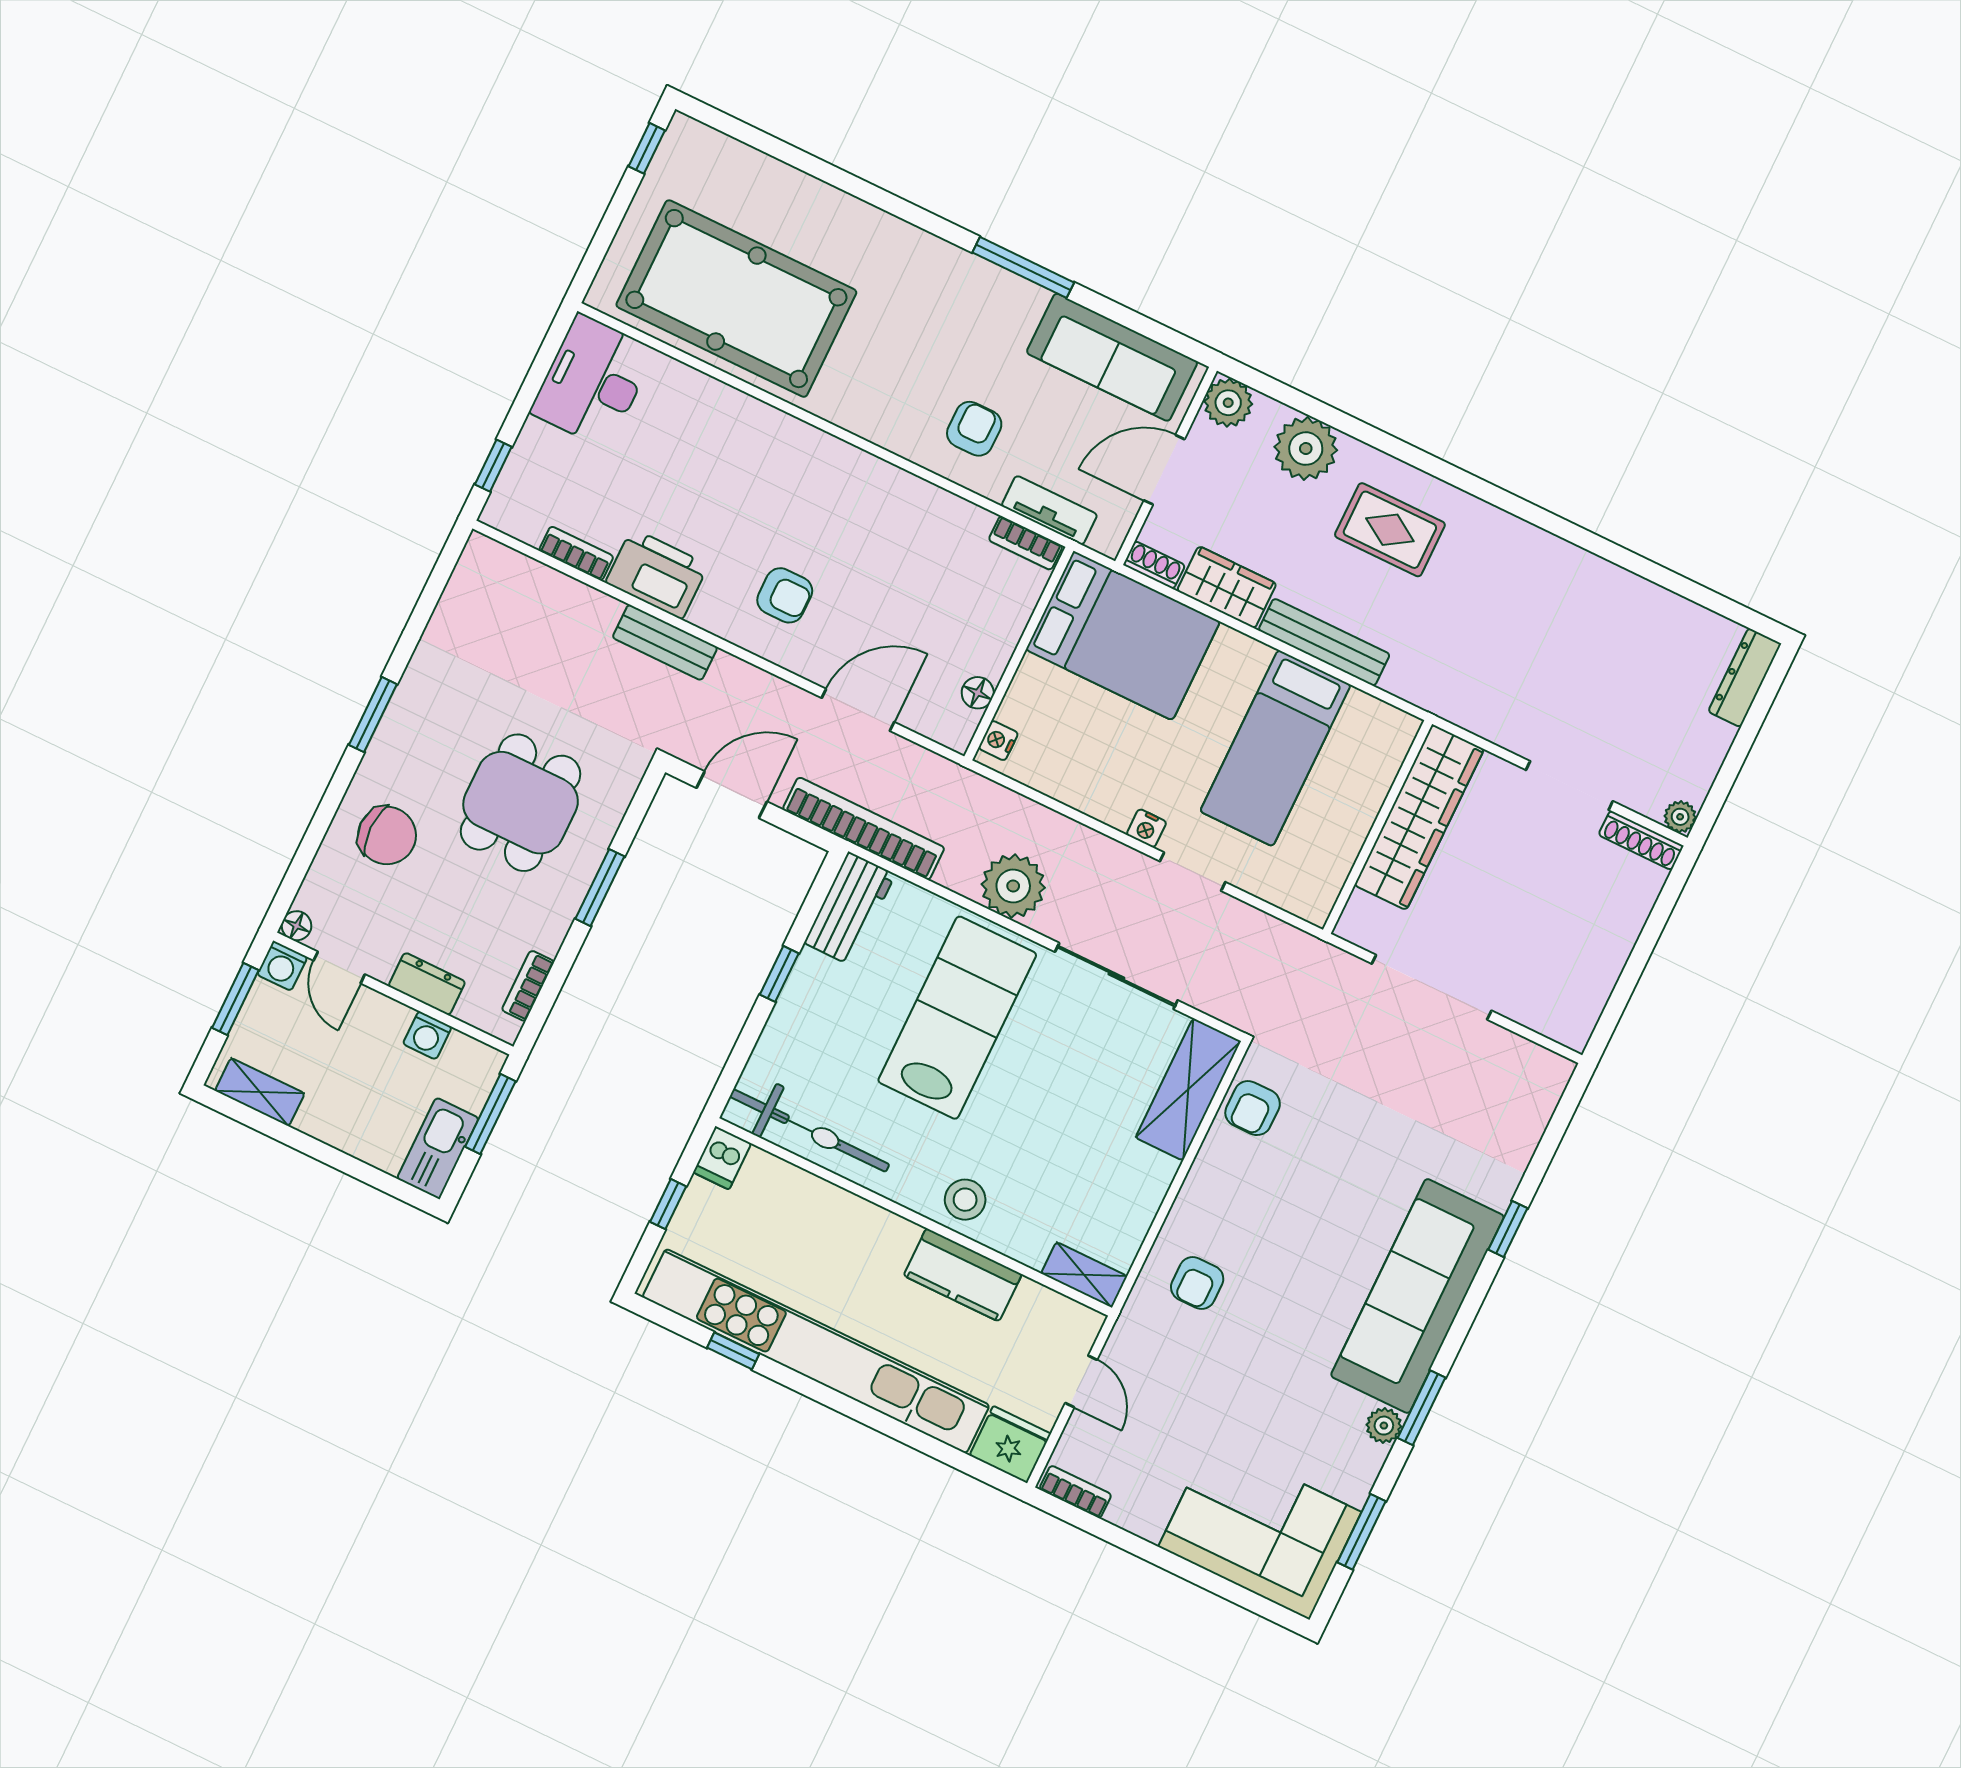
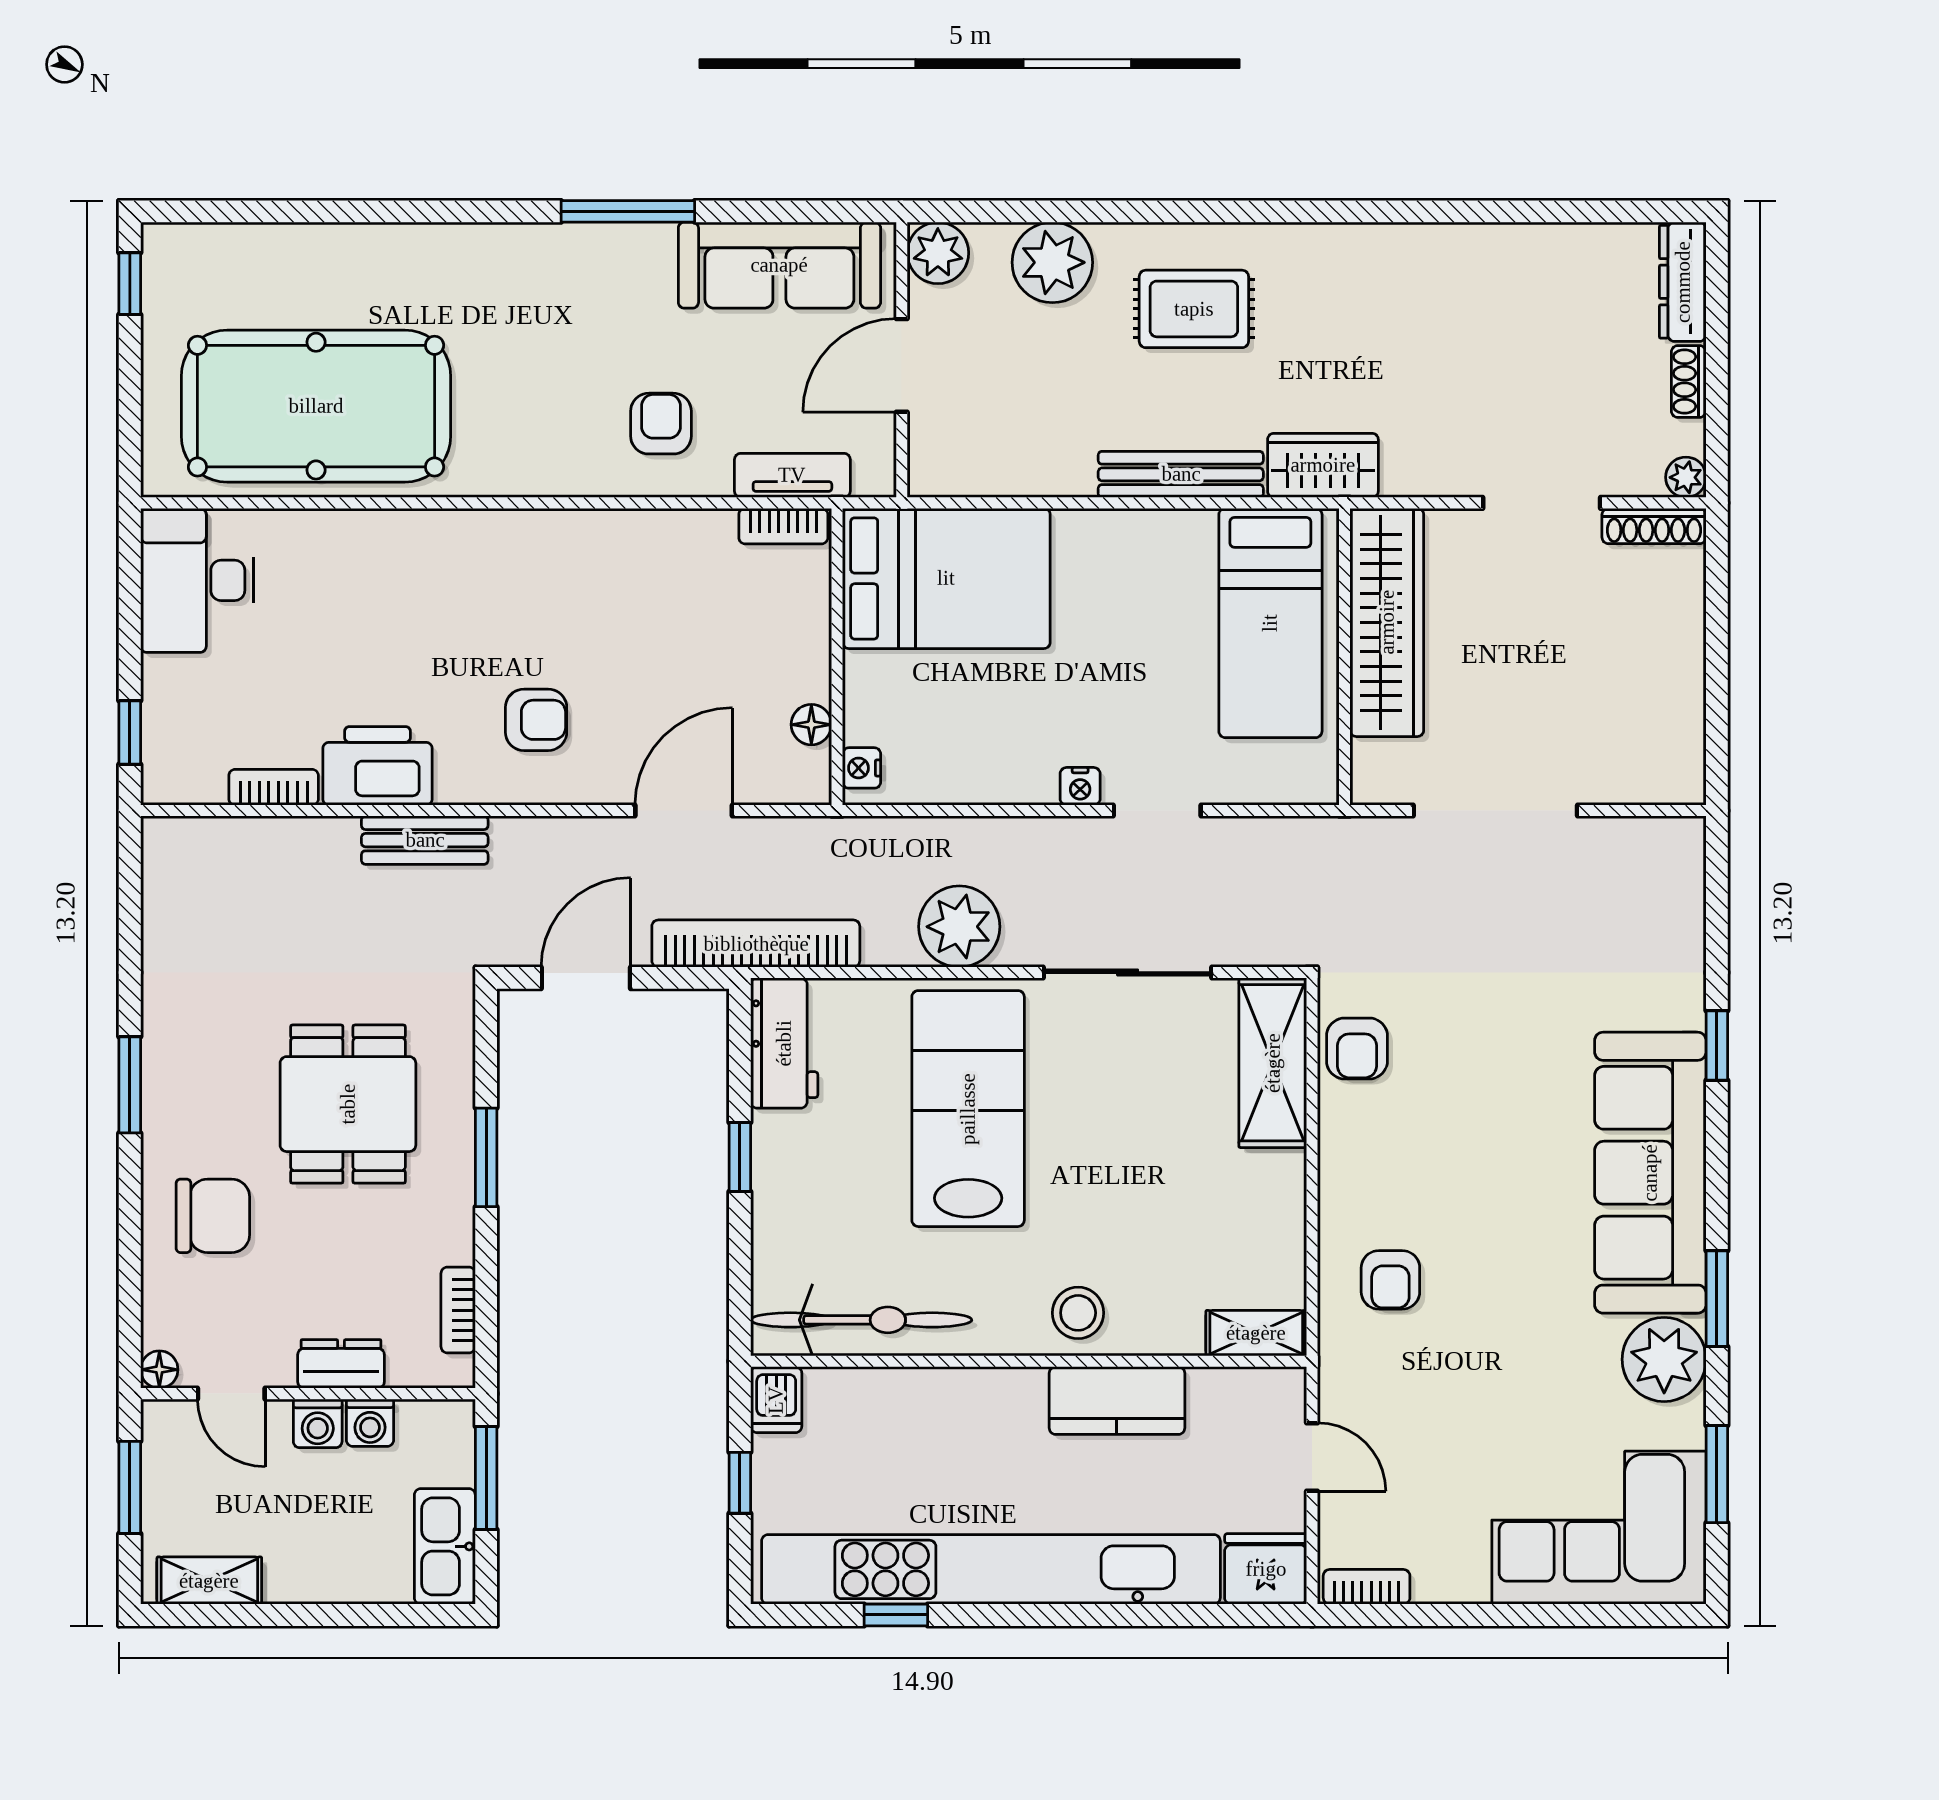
shoe rack: (1154, 565) -> (1689, 381), moved, turned -90
wardrobe: (1227, 587) -> (1323, 465), moved
bed: (1275, 748) -> (1270, 623), moved
washing machine: (282, 966) -> (318, 1423), moved
plant: (1384, 1426) -> (1664, 1359), width x1.87, depth x1.87

